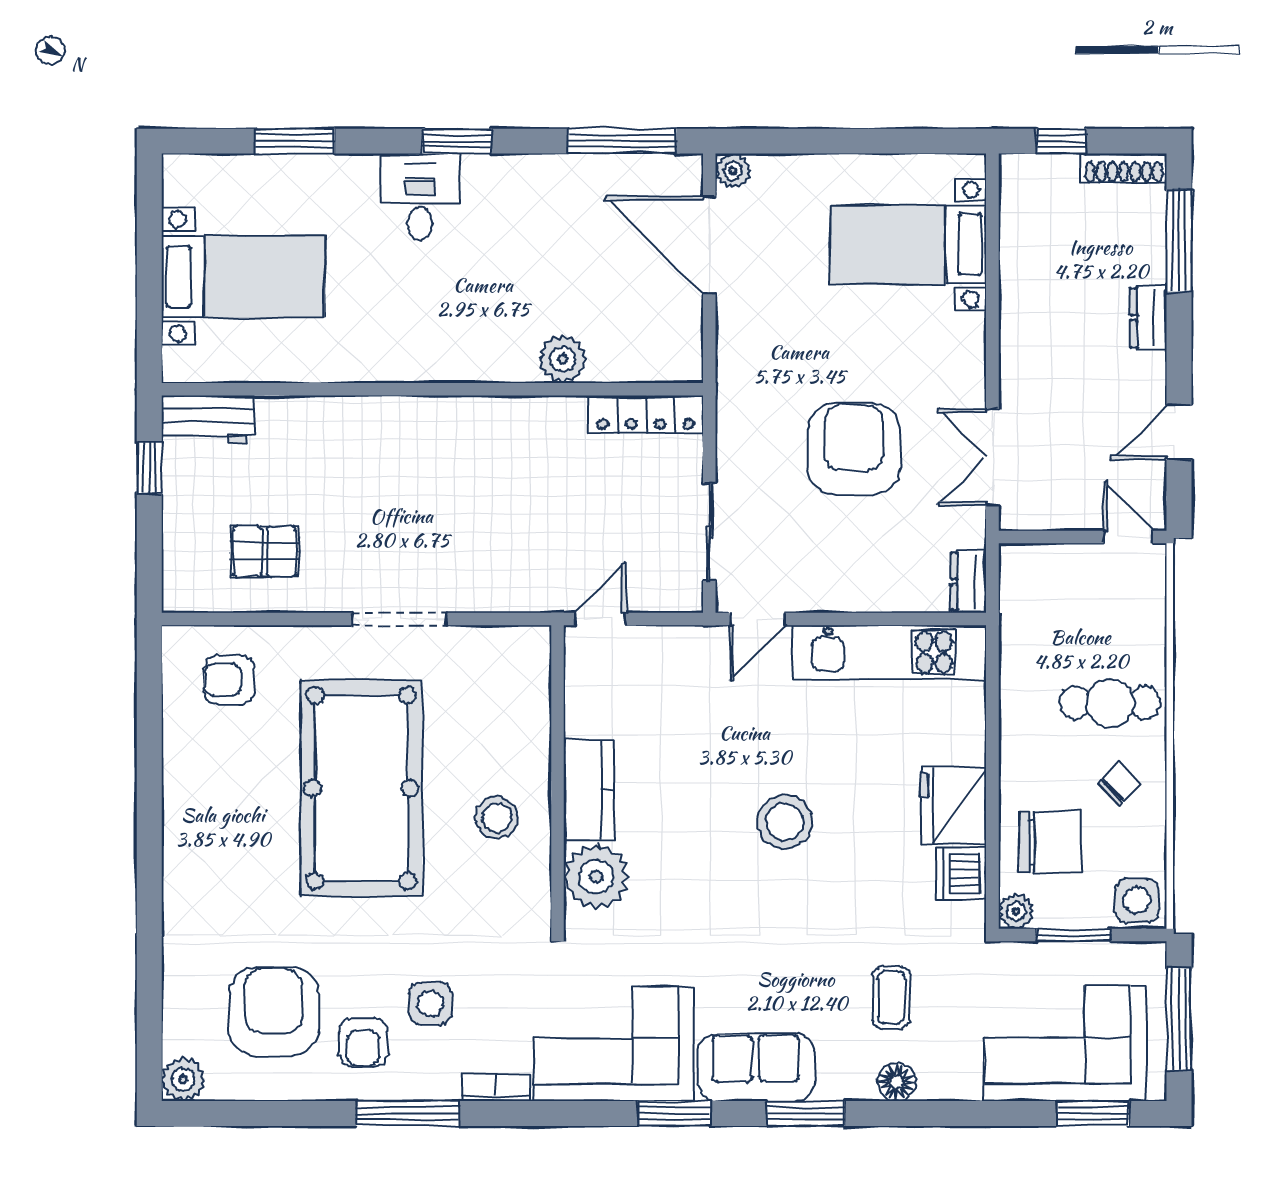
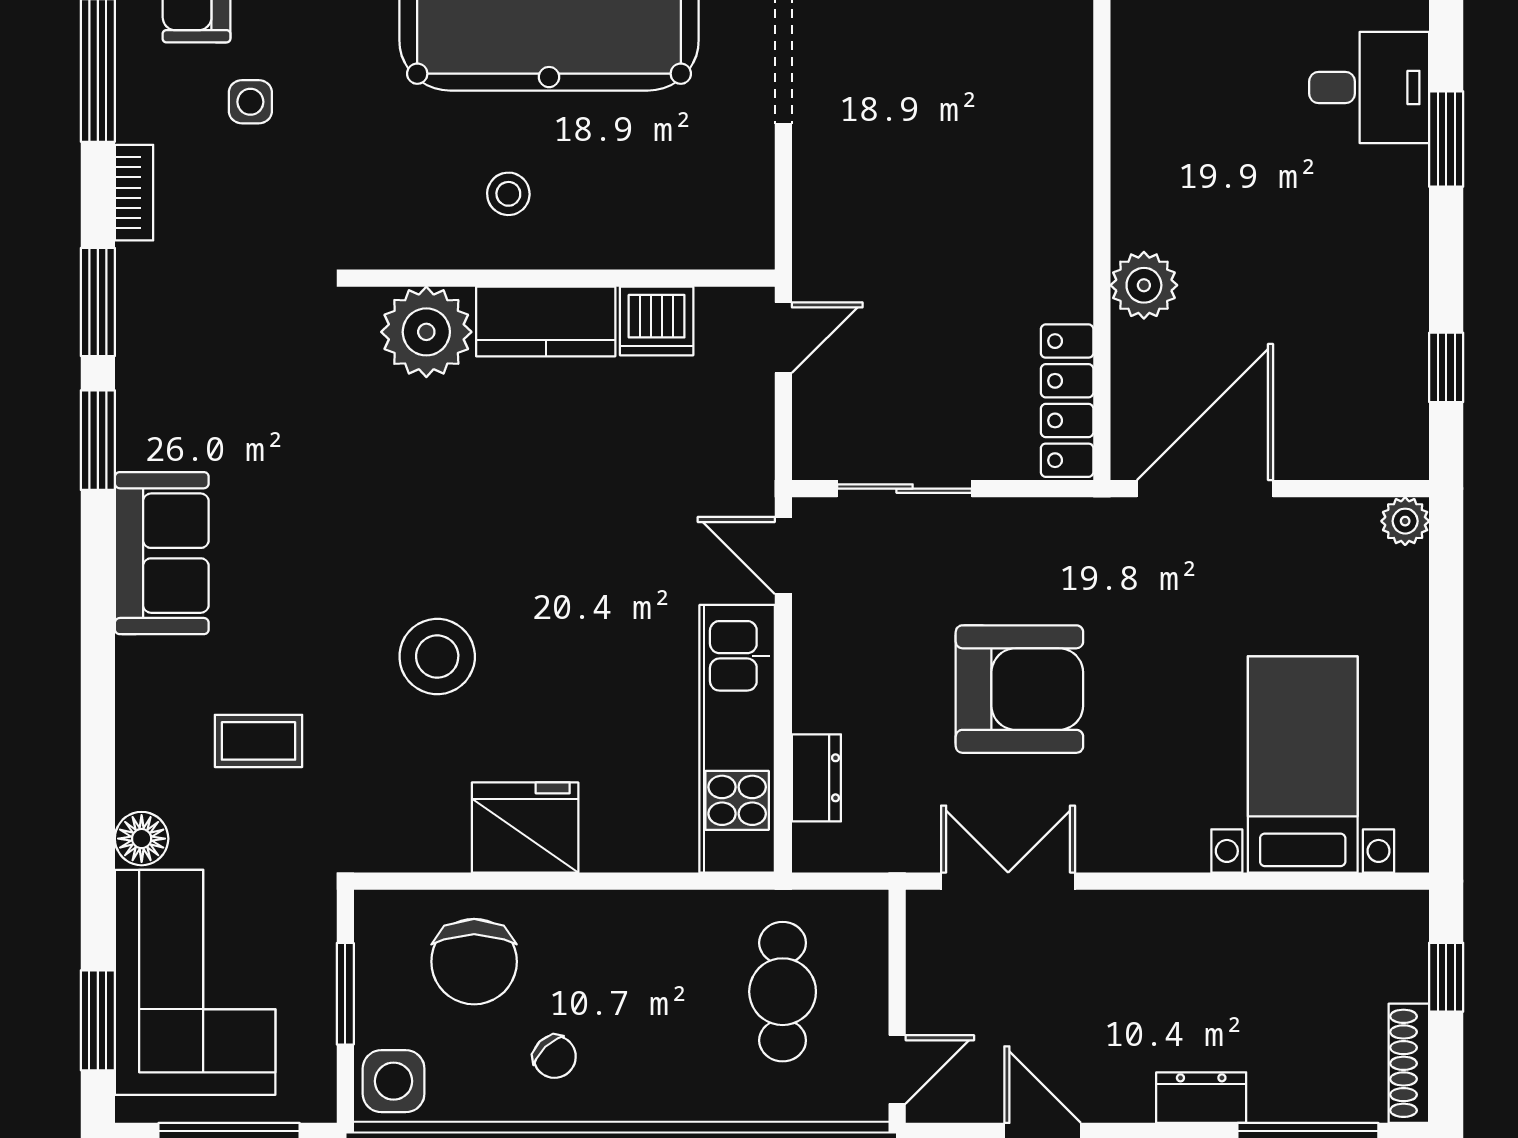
window: (622, 141) -> (1446, 367), width x0.46
door: (709, 245) -> (1205, 489), moved
dresser: (969, 582) -> (816, 778), moved, turned 90
door: (600, 619) -> (783, 338), hinge flipped
cafe table: (1110, 703) -> (783, 992), moved
stool: (497, 817) -> (508, 194), width x0.73, depth x0.73
stool: (785, 822) -> (437, 657), moved
dishwasher: (961, 874) -> (657, 321), moved, turned 180
plant: (1016, 911) -> (378, 914), removed
side table: (430, 1003) -> (250, 102), width x0.73, depth x0.73
corner sofa: (614, 1044) -> (194, 356), removed
floor lamp: (897, 1082) -> (142, 839), moved
window: (805, 1113) -> (98, 302), moved

